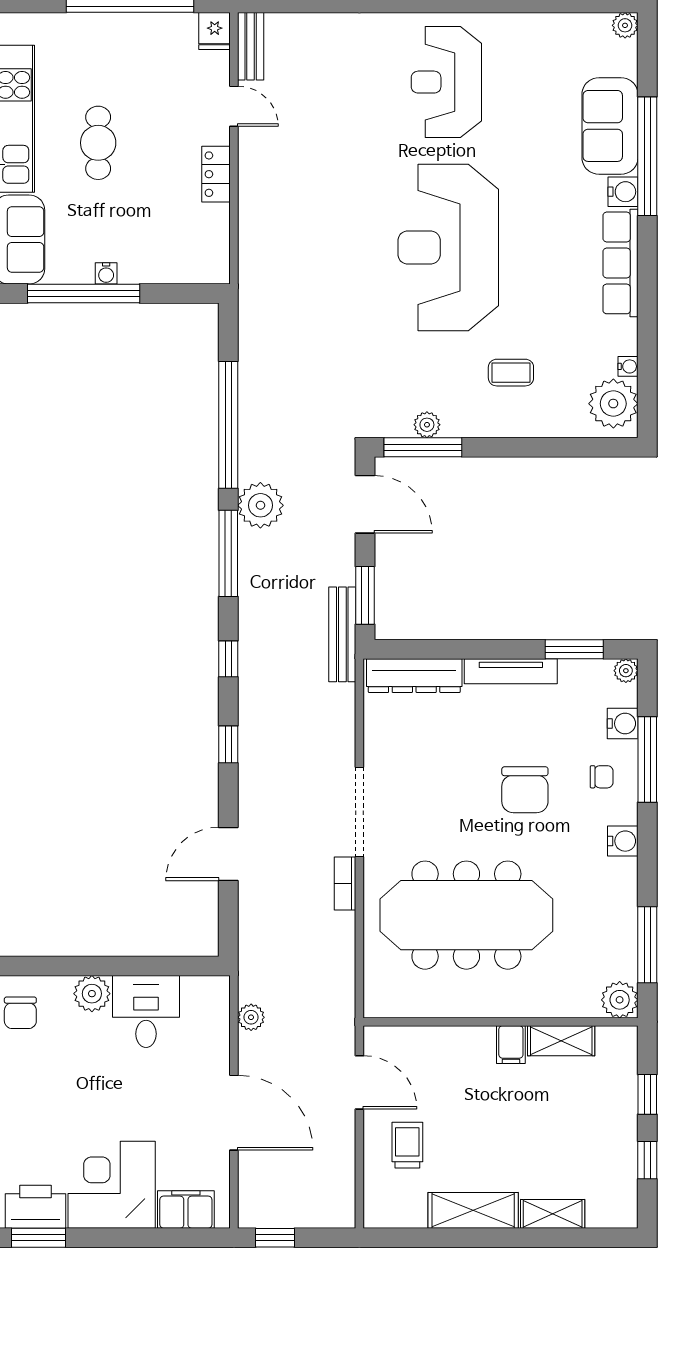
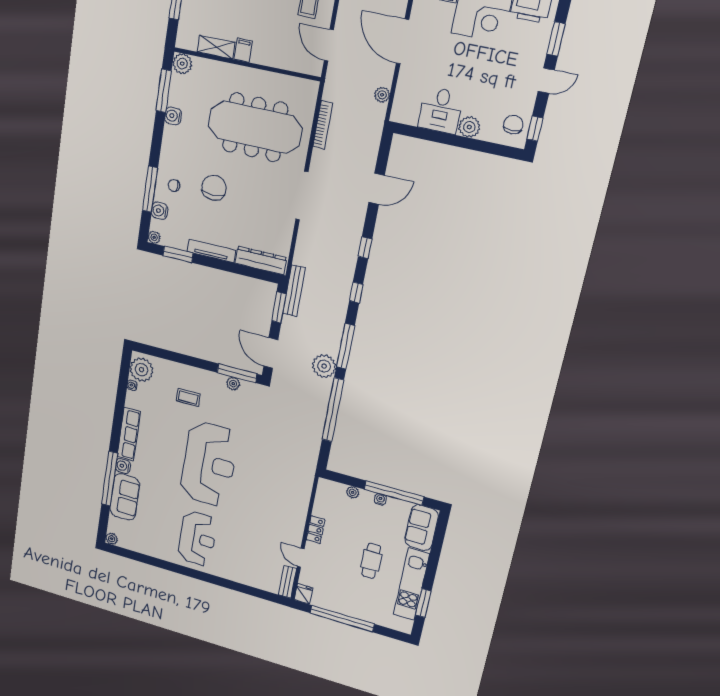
plant: (160, 272) -> (353, 492), added
water cooler: (623, 841) -> (173, 116), moved
bookcase: (345, 884) -> (323, 125), moved, width x1.56

